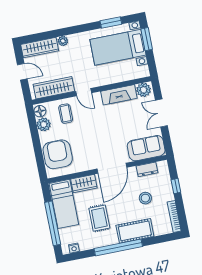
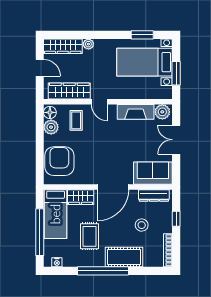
window: (147, 39) -> (176, 73), moved
dresser: (147, 169) -> (154, 195), width x1.44

